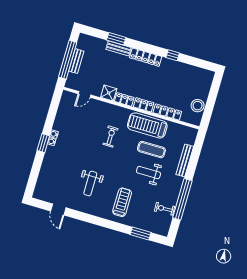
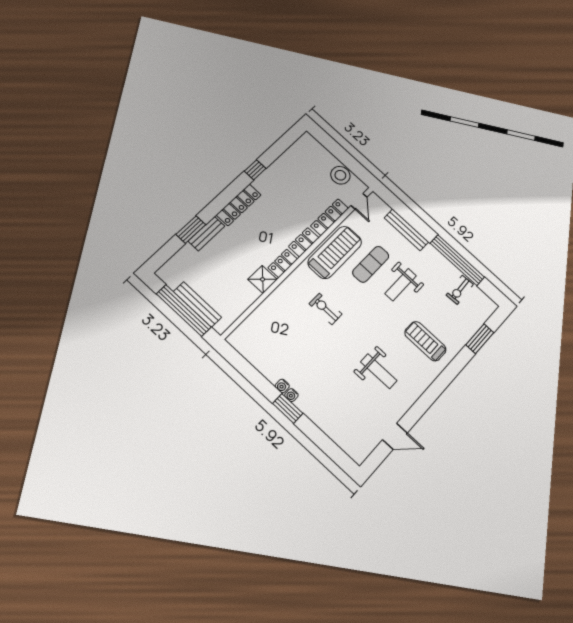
bench: (76, 61) -> (197, 304), width x1.36
door: (85, 94) -> (359, 201), moved
treadmill: (147, 125) -> (335, 252), turned 180

